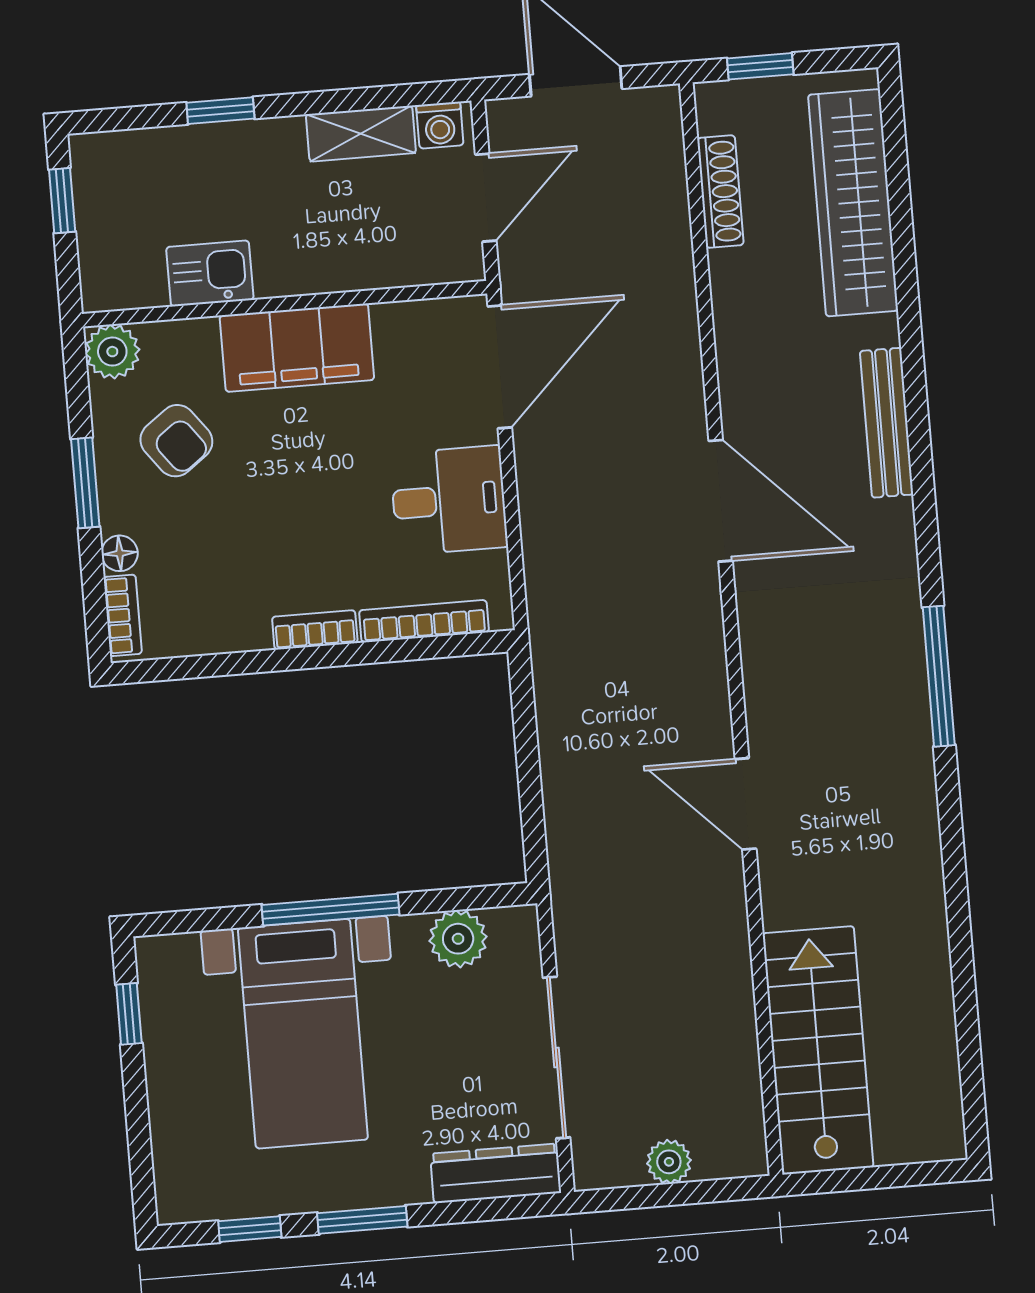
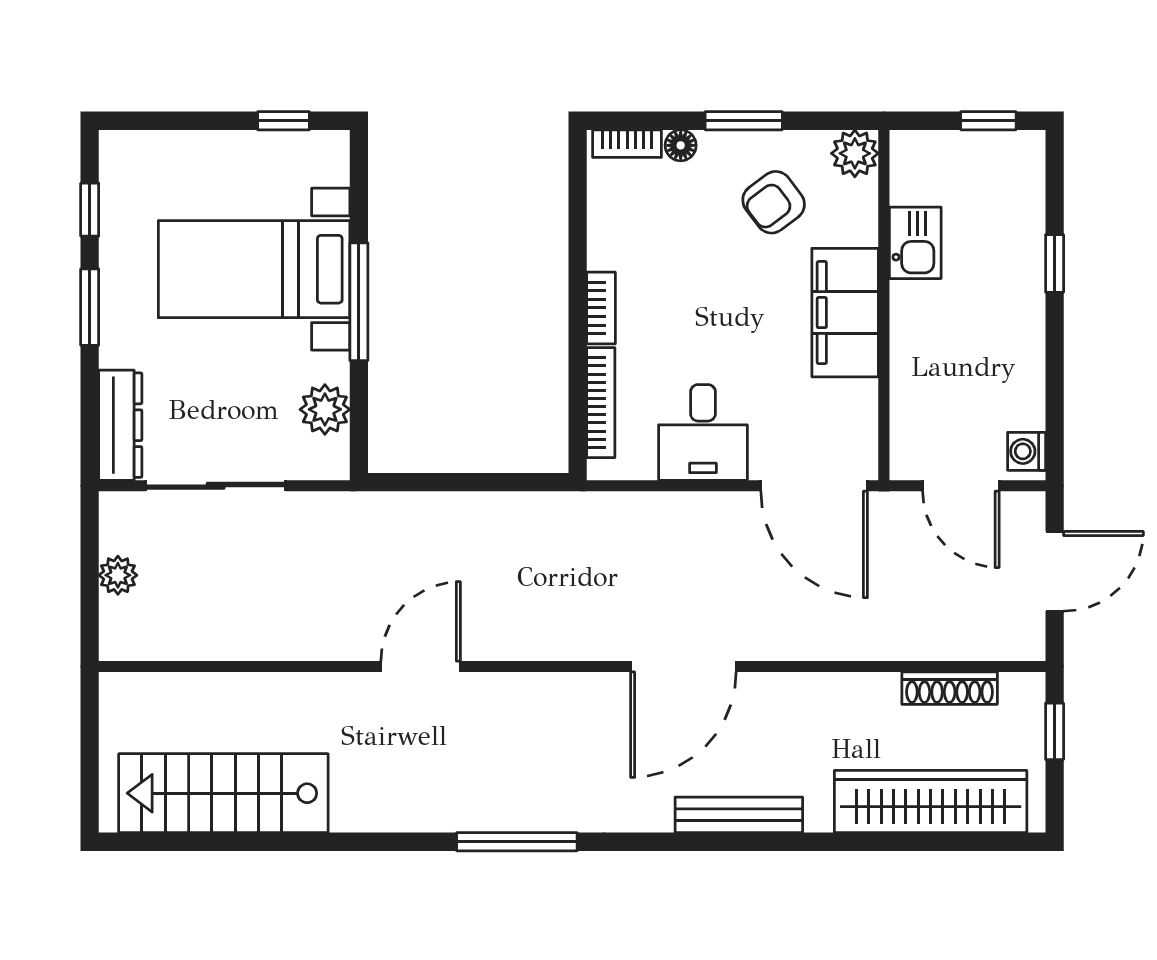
shelving: (361, 134) -> (1025, 383), removed
stairs: (818, 1050) -> (223, 793), moved, turned 180

